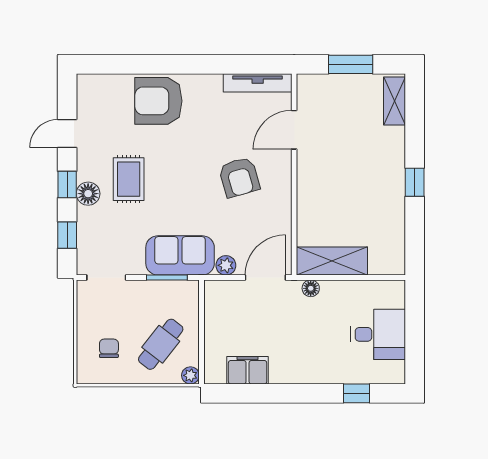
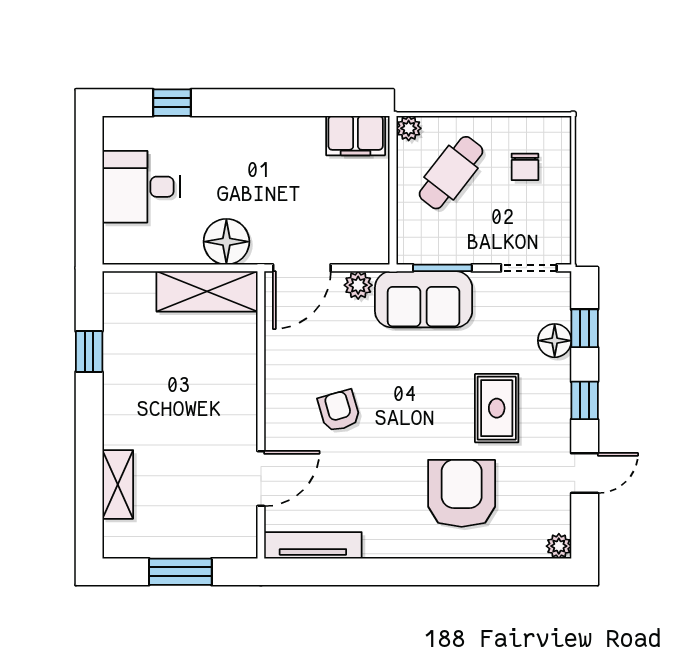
plant: (85, 82) -> (559, 546), added
armchair: (158, 101) -> (462, 493), moved, turned -90
shelving: (394, 101) -> (118, 484), moved
armchair: (239, 177) -> (339, 411), width x0.72, depth x0.72
window: (415, 182) -> (89, 351), moved
floor lamp: (88, 194) -> (555, 341), moved
floor lamp: (311, 288) -> (226, 242), width x1.89, depth x1.89
filing cabinet: (248, 370) -> (356, 136), moved

